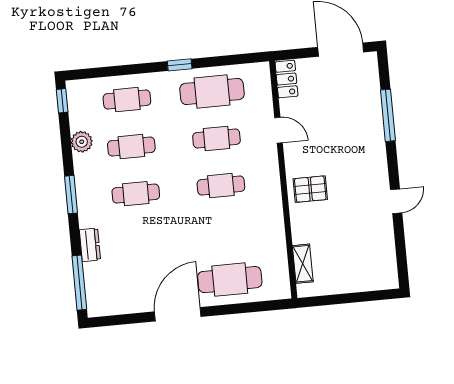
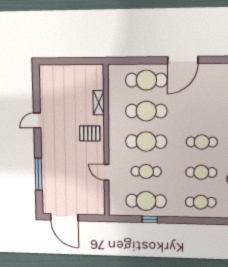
window: (180, 65) -> (150, 219), moved
locker: (286, 79) -> (99, 203), removed
cafe table: (221, 186) -> (146, 141), width x1.37, depth x1.35
cafe table: (225, 233) -> (146, 111), added
shelving: (303, 264) -> (99, 103), moved

